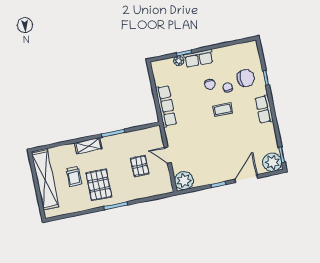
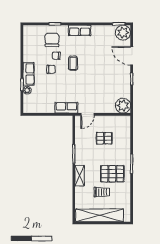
row of seats: (166, 106) -> (66, 108), width x0.68
door: (168, 155) -> (87, 114), moved

